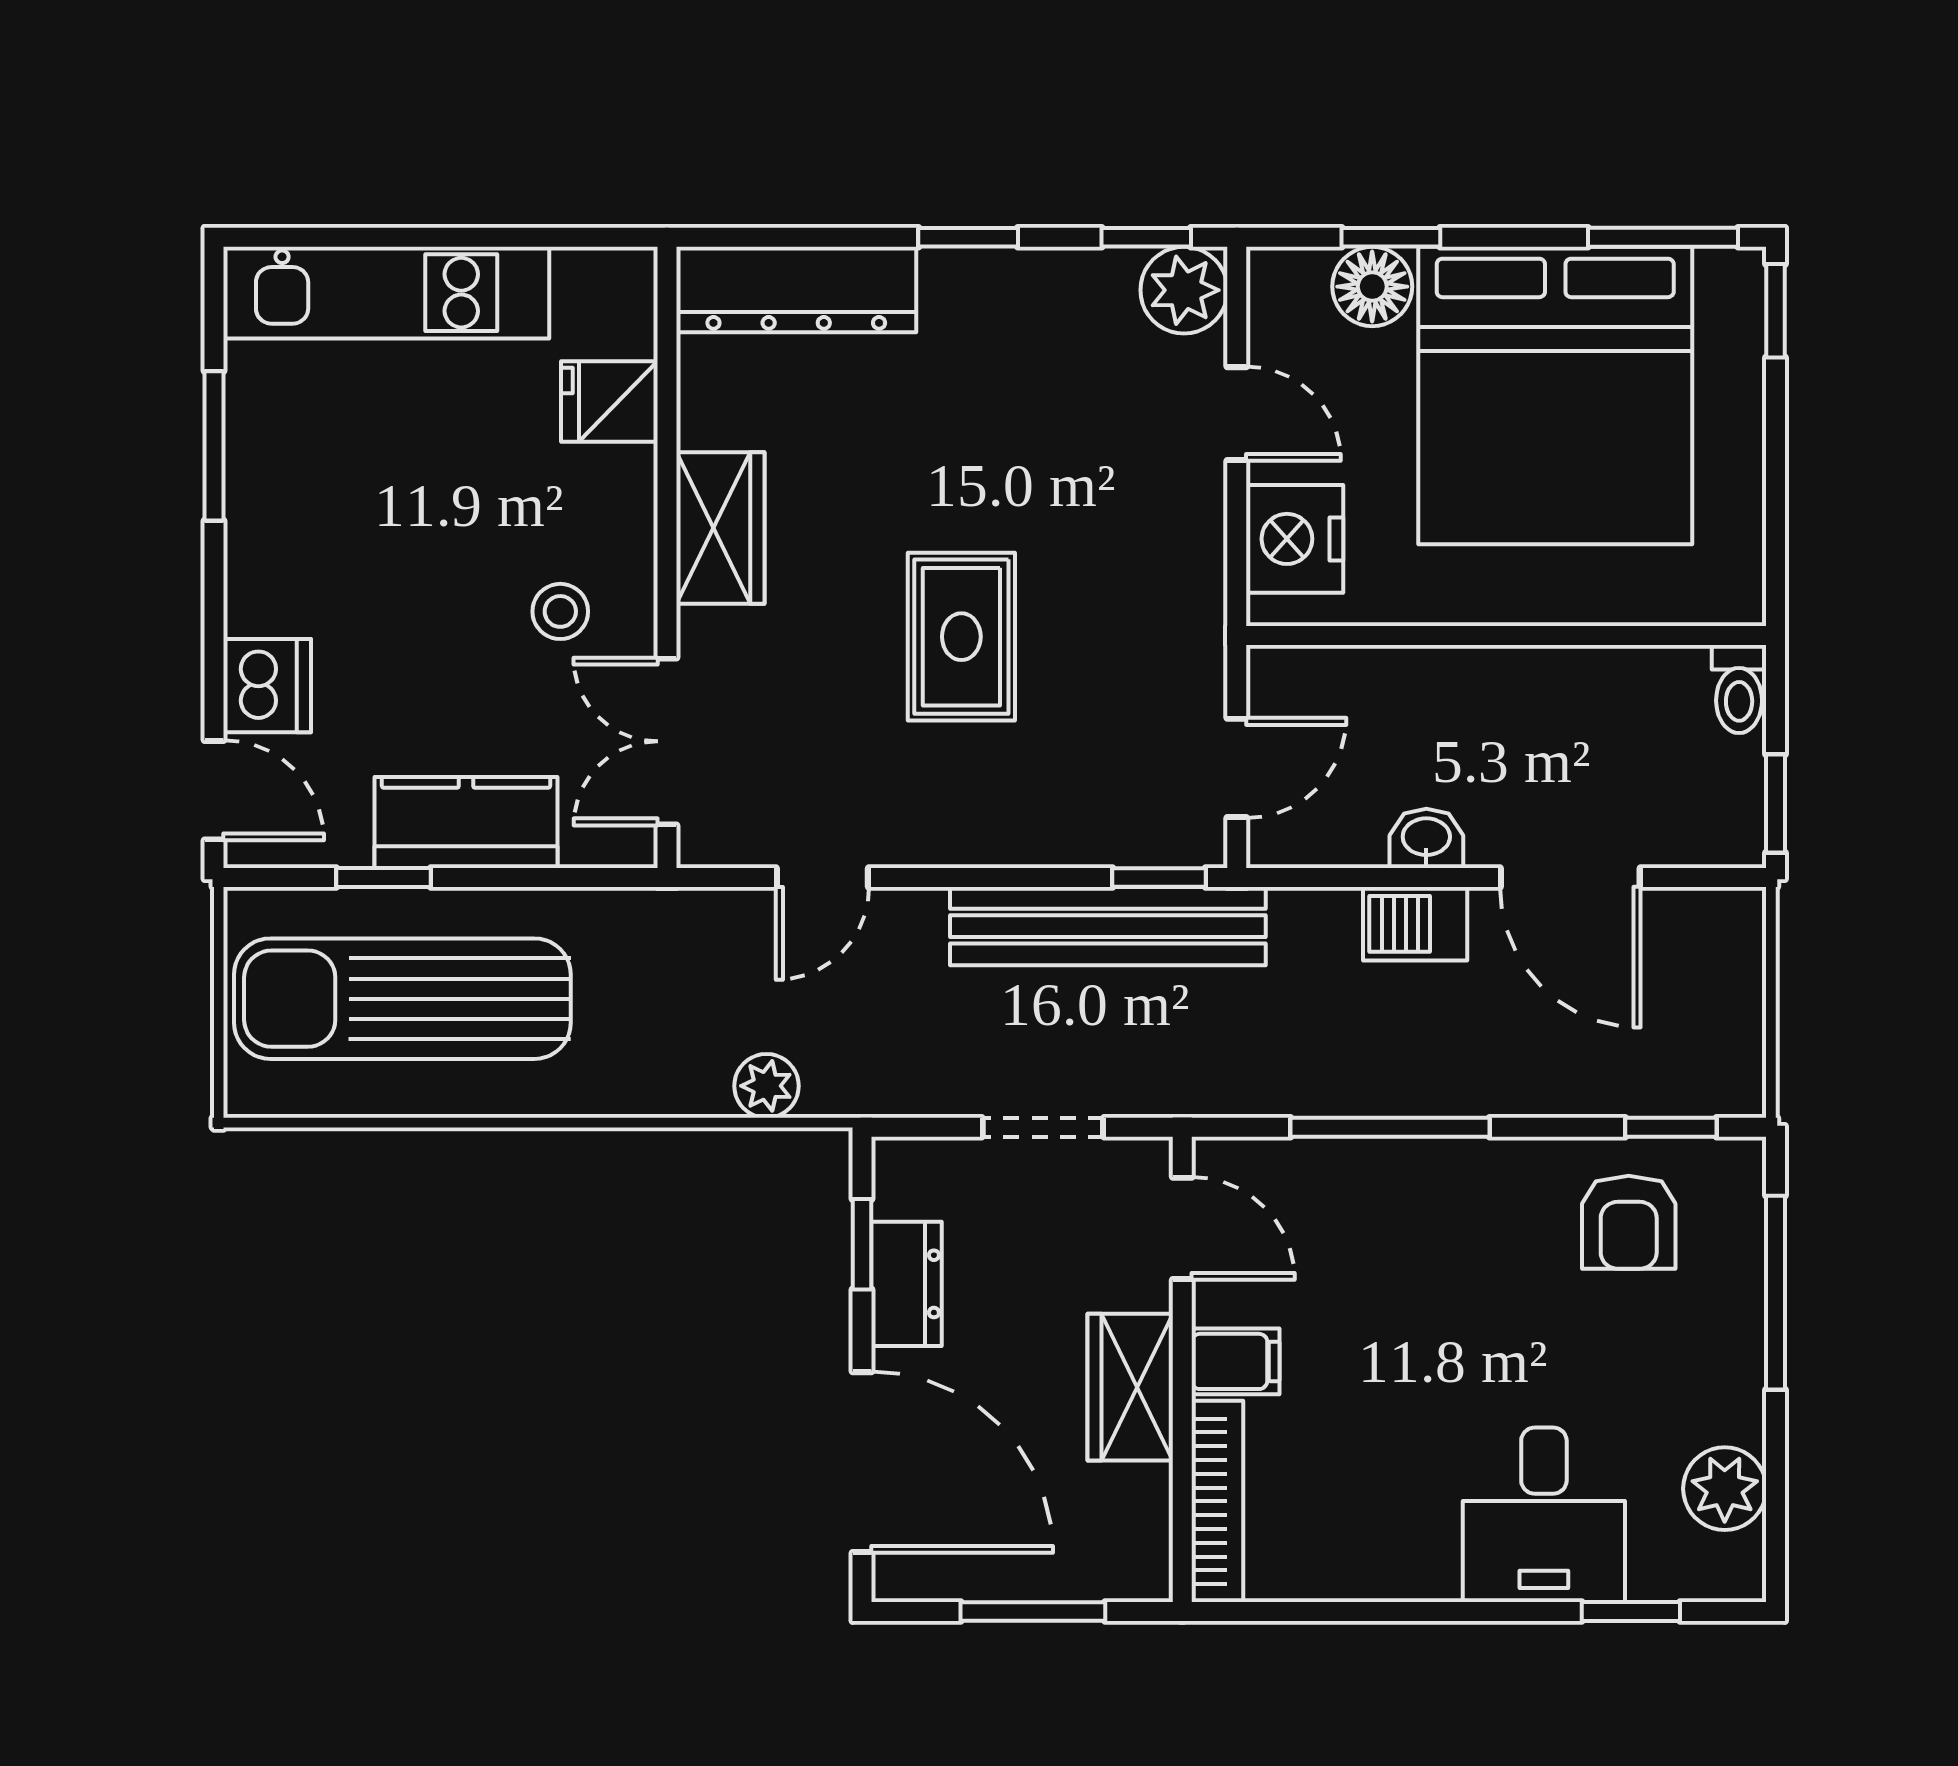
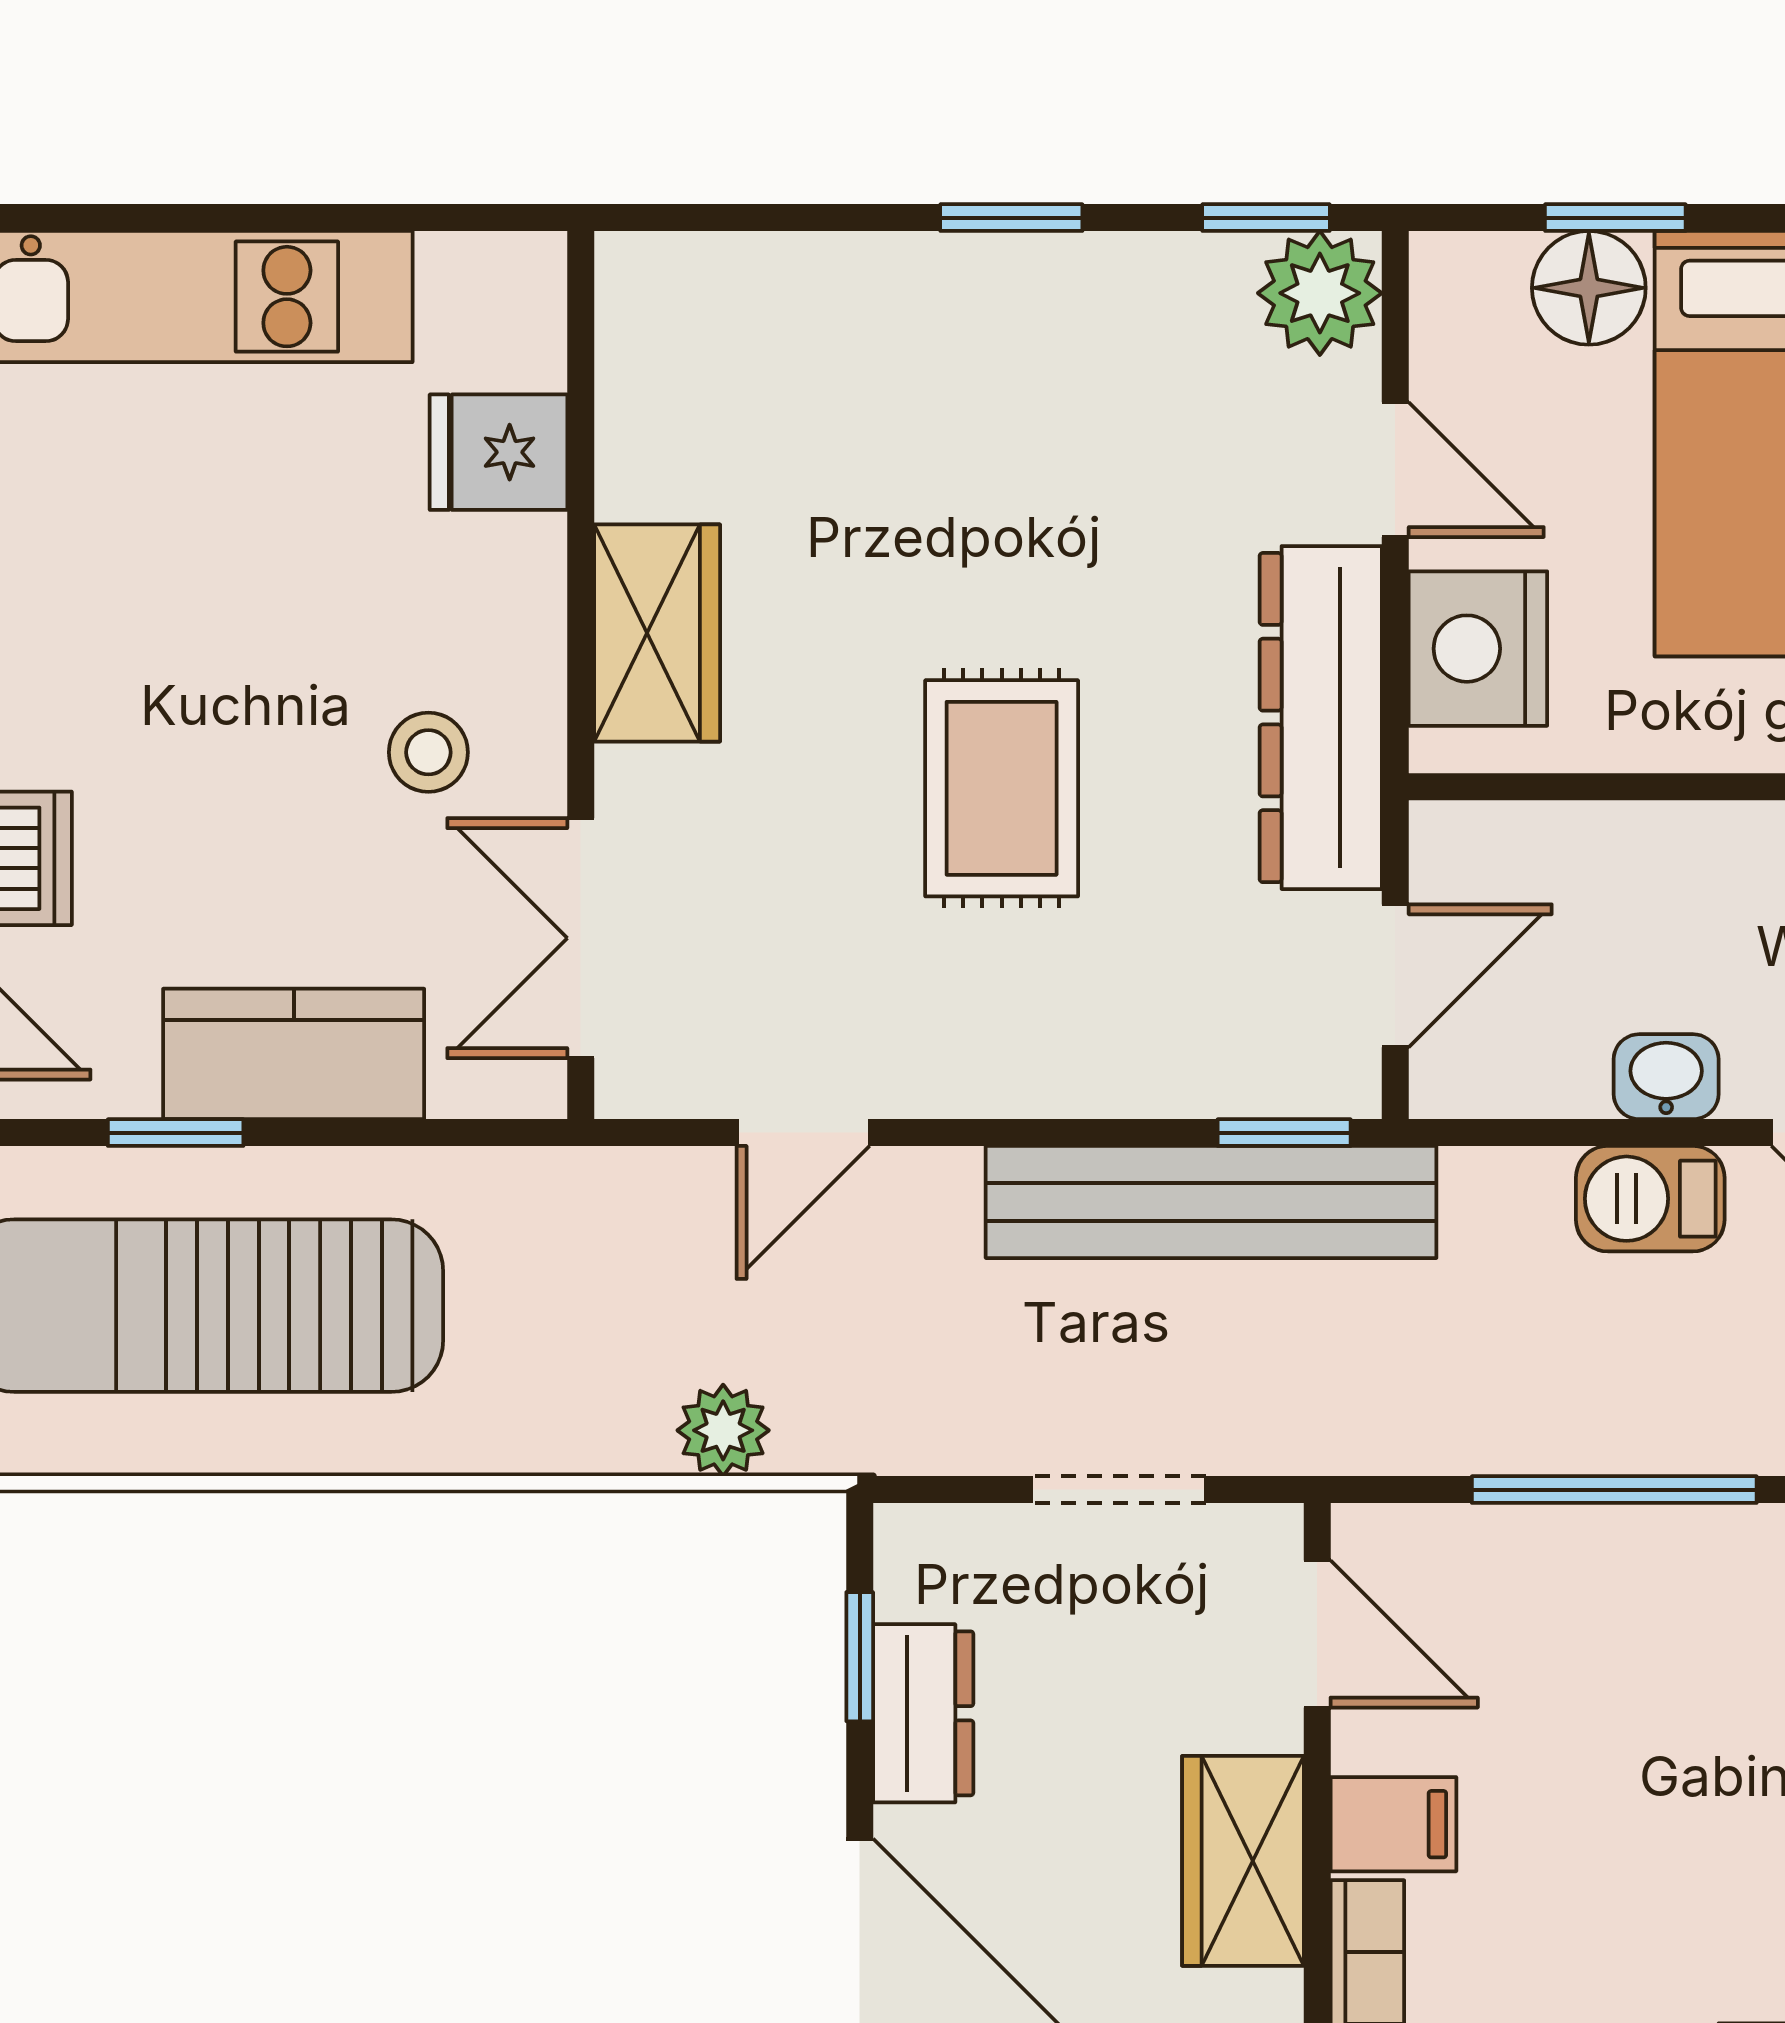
dresser: (796, 289) -> (1321, 718), moved, turned 90

